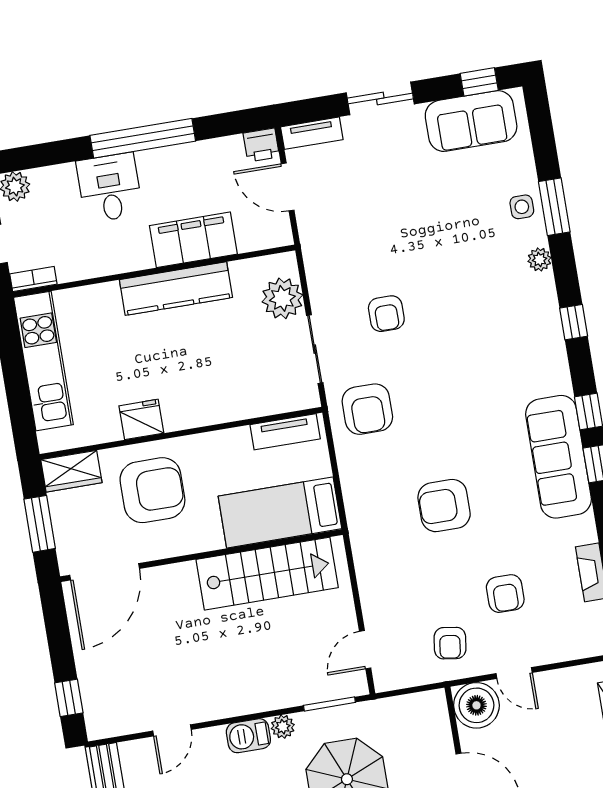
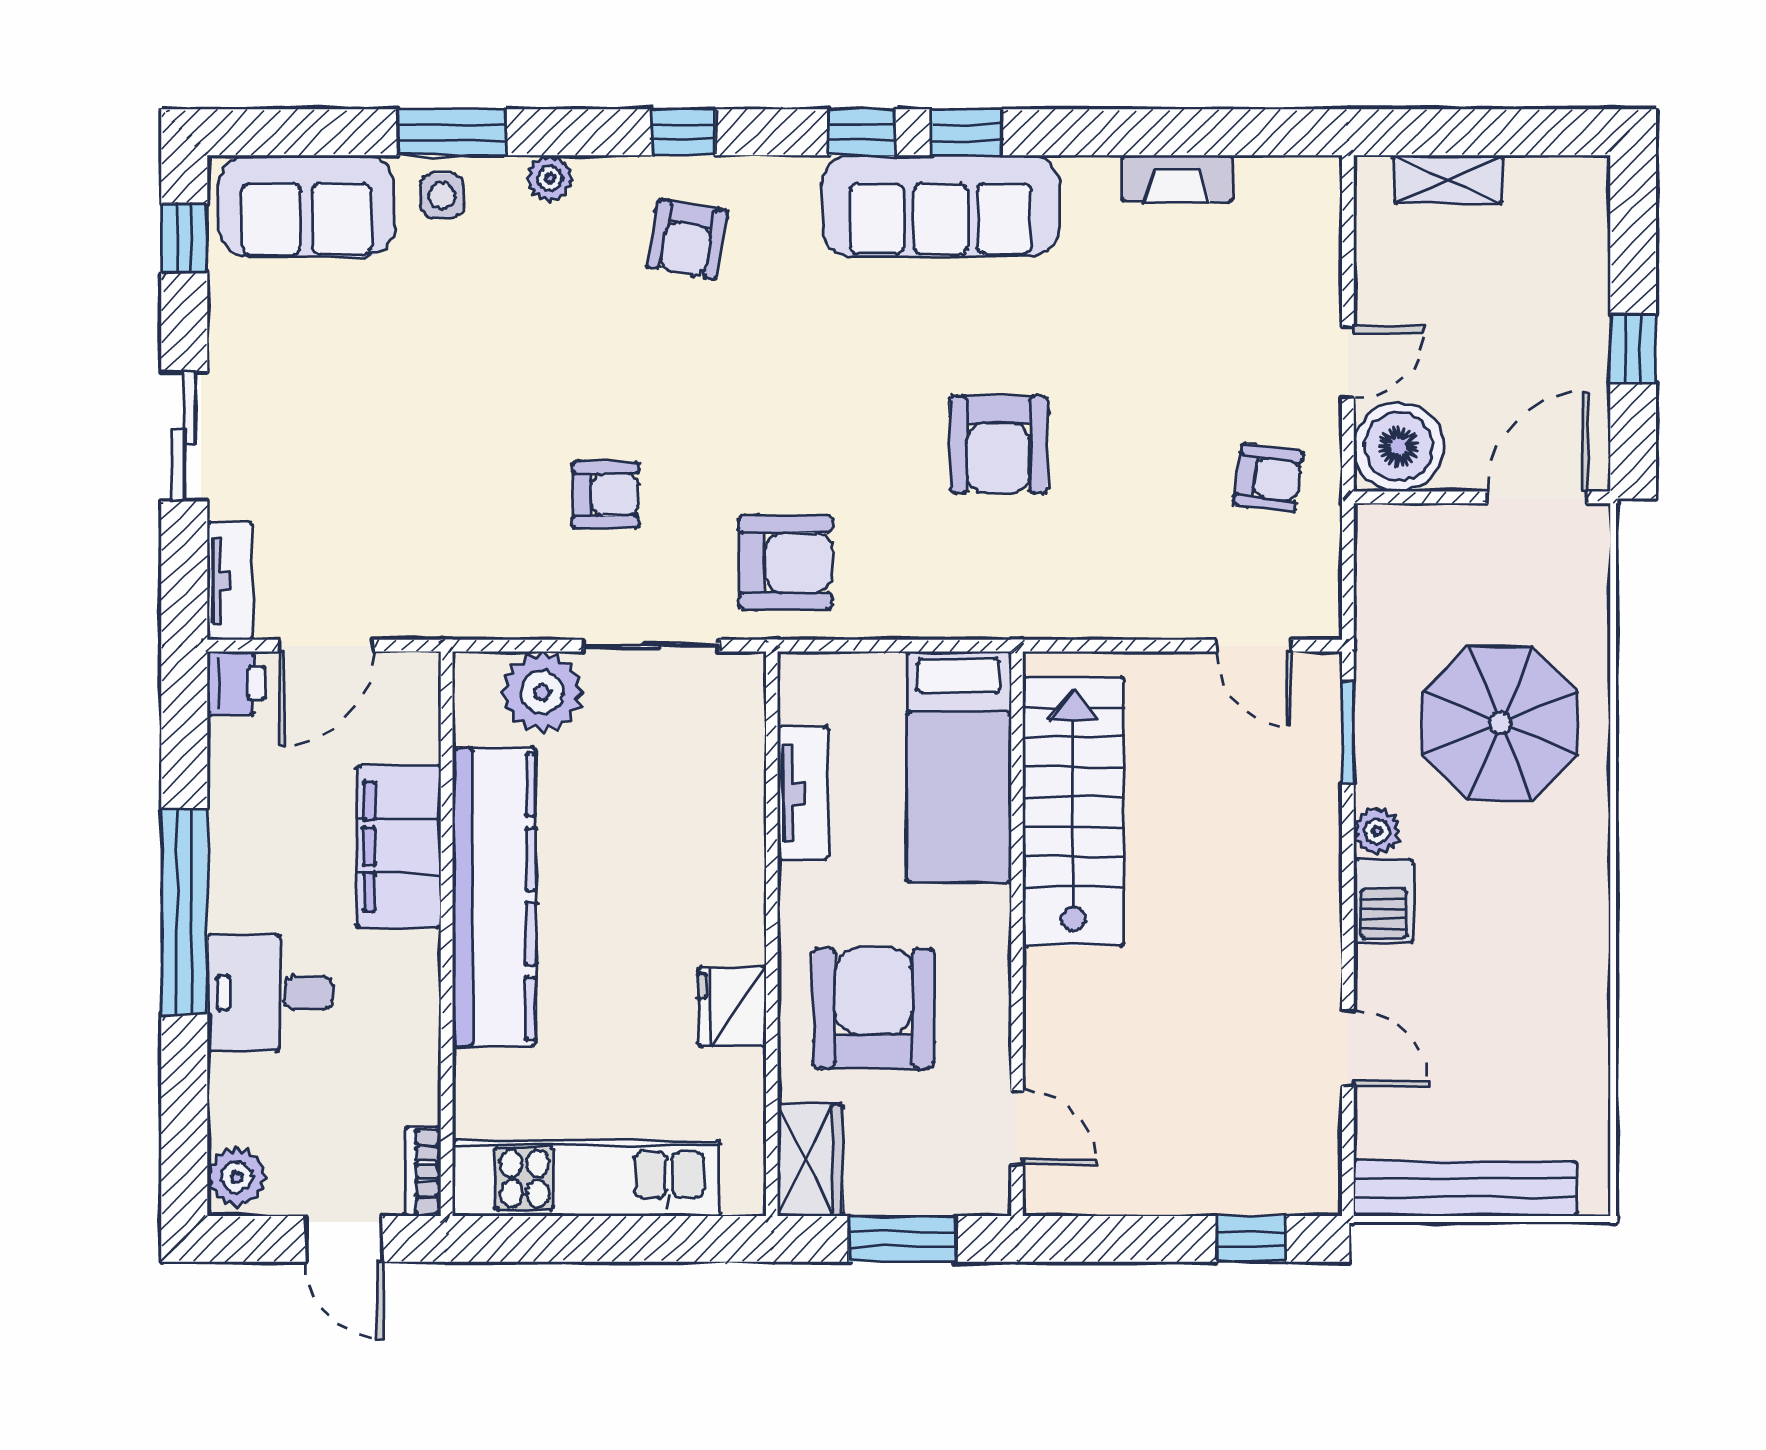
sofa: (471, 121) -> (306, 206), moved, turned 90
kitchen counter: (176, 289) -> (494, 897), width x1.39, depth x1.17
tv unit: (285, 432) -> (803, 793), moved
door: (105, 572) -> (1017, 1128), width x0.53
armchair: (505, 594) -> (687, 239), moved, turned 100

